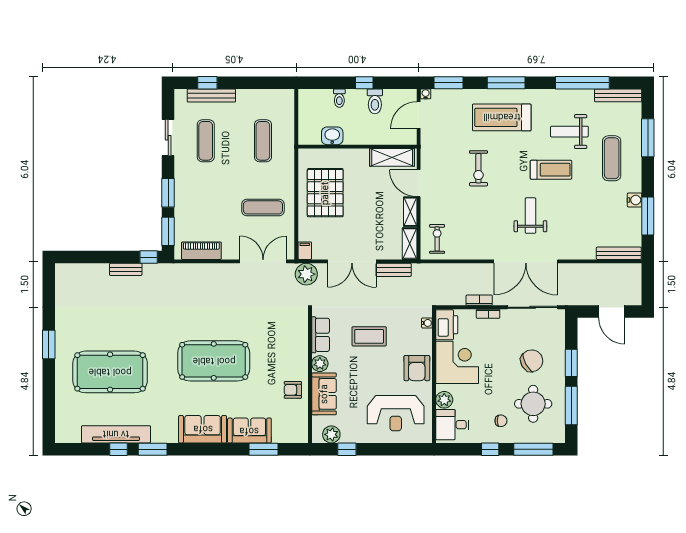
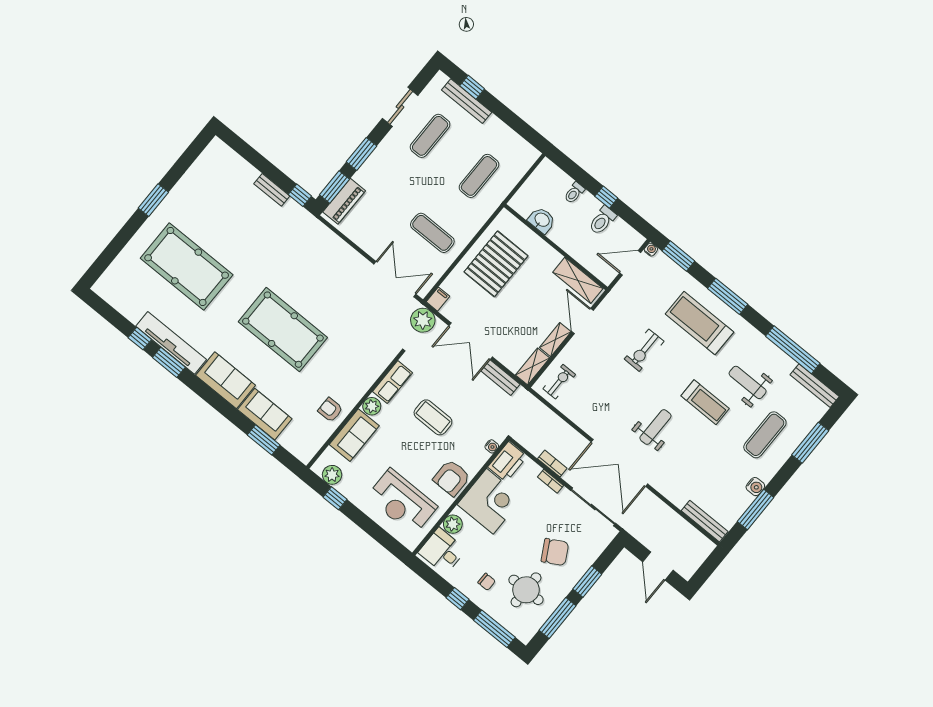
piano: (201, 251) -> (344, 201), moved, turned 90
tv unit: (116, 434) -> (171, 343), moved

